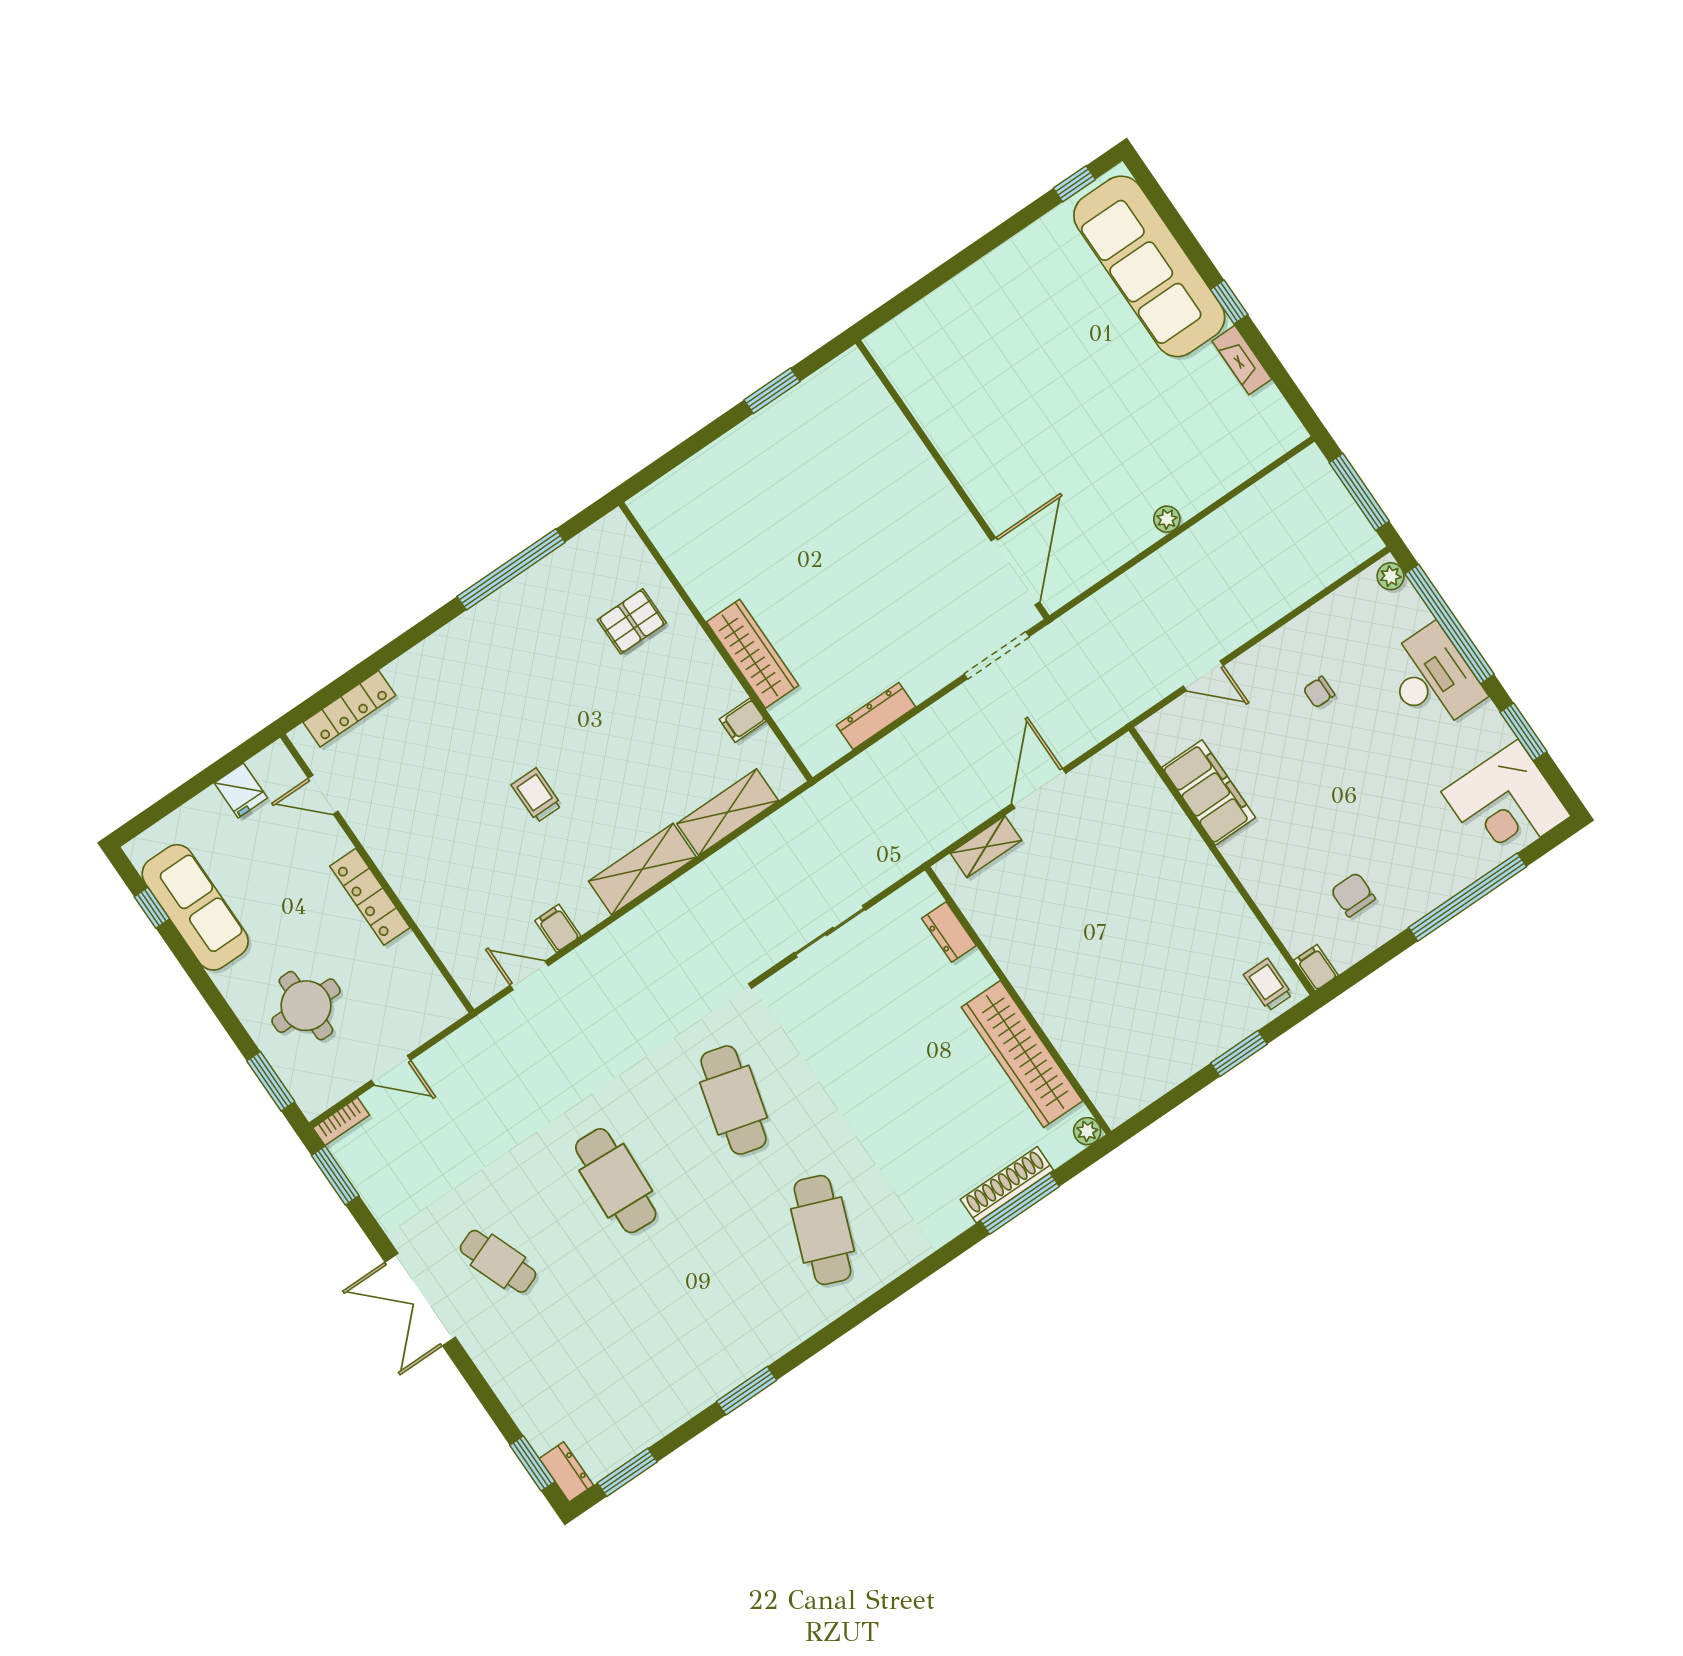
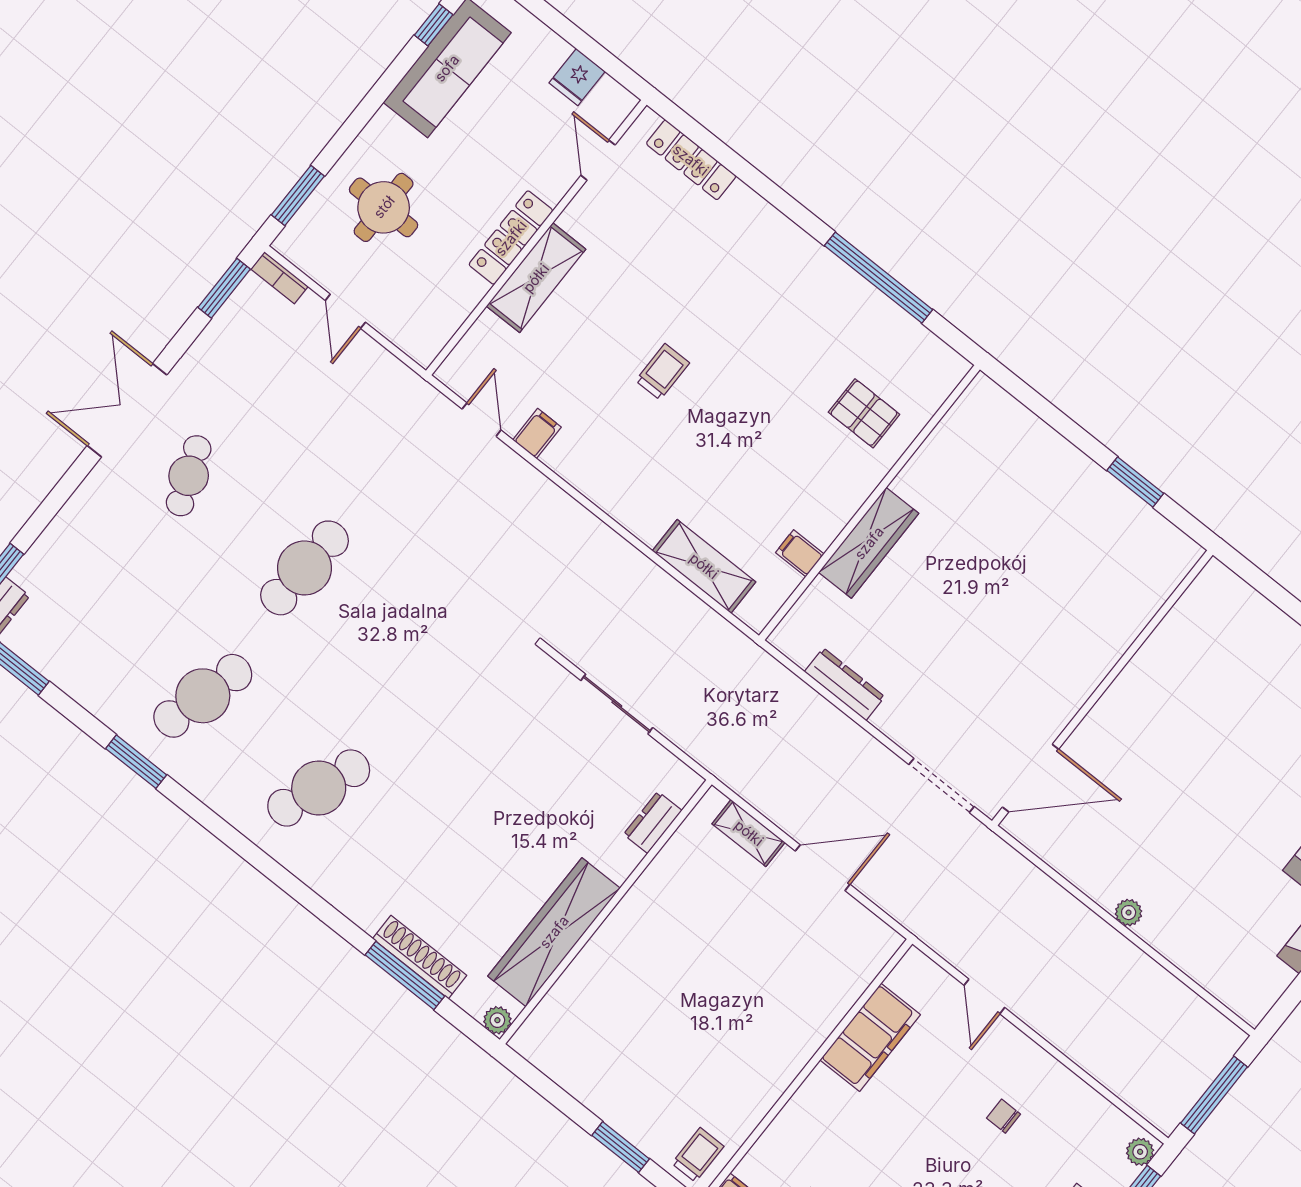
shelving: (642, 869) -> (536, 278), moved, turned 90
cafe table: (734, 1100) -> (203, 696), moved

